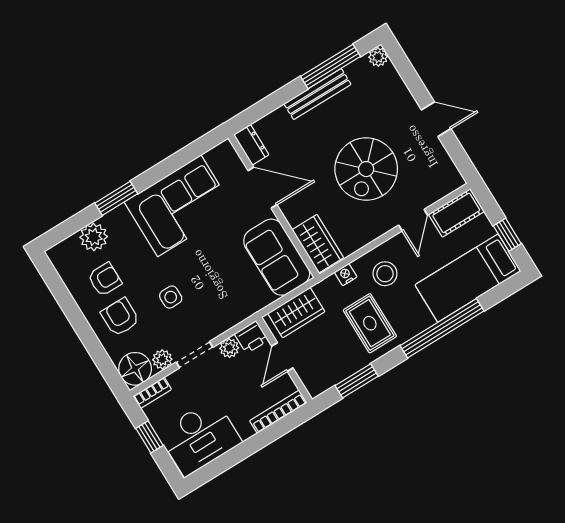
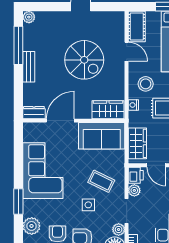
bench: (317, 94) -> (29, 67), width x0.73
coffee table: (214, 295) -> (101, 181), added

